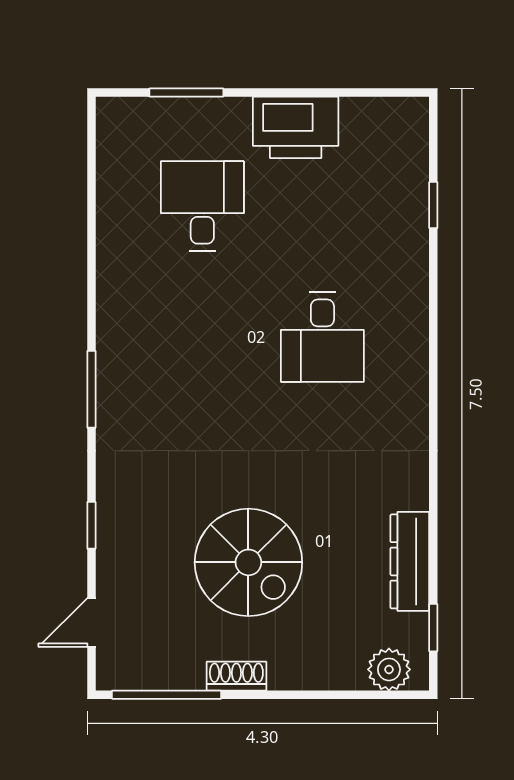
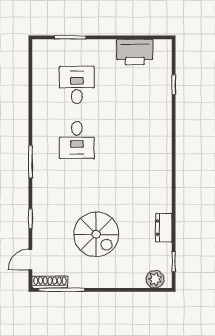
printer: (296, 127) -> (135, 52), moved
desk: (322, 337) -> (77, 140), moved
dresser: (410, 561) -> (164, 228), width x0.70
shoe rack: (236, 676) -> (50, 282), moved, width x1.43

